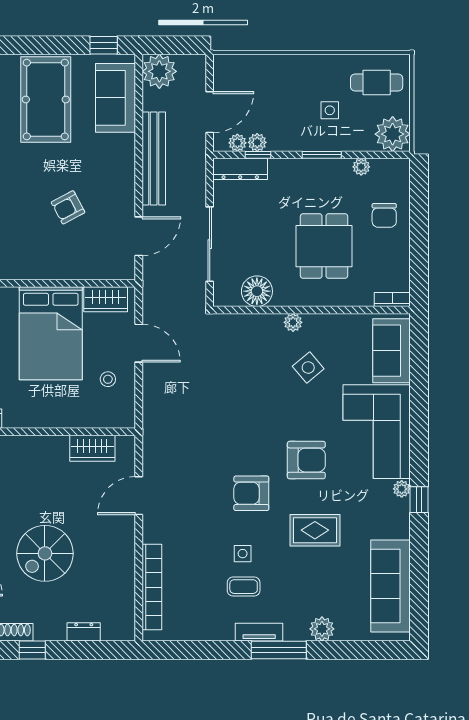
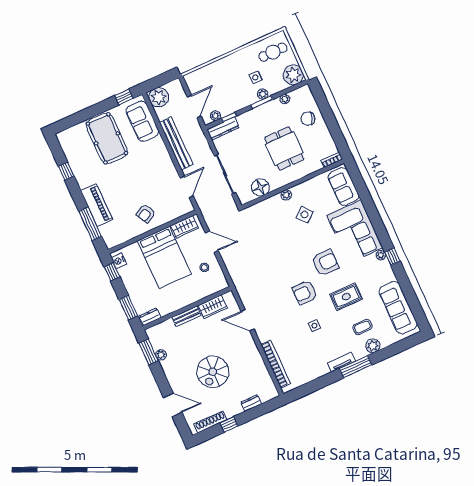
plant: (257, 142) -> (263, 94), moved
armchair: (68, 207) -> (146, 214), moved
chair: (384, 215) -> (308, 119), turned 108
bench: (43, 445) -> (187, 316), added
door: (139, 496) -> (247, 320), hinge flipped
coffee table: (244, 587) -> (362, 327), moved

